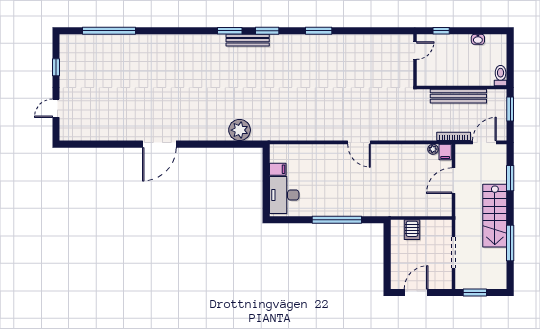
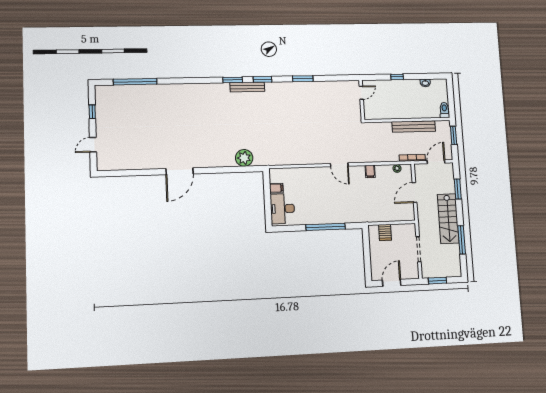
door: (415, 51) -> (361, 93), moved
wall: (415, 60) -> (362, 100), moved
filing cabinet: (445, 152) -> (370, 171), moved

